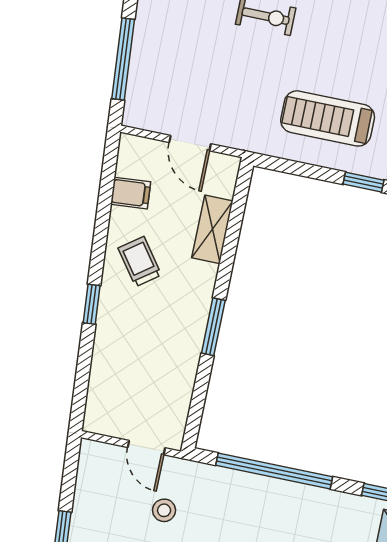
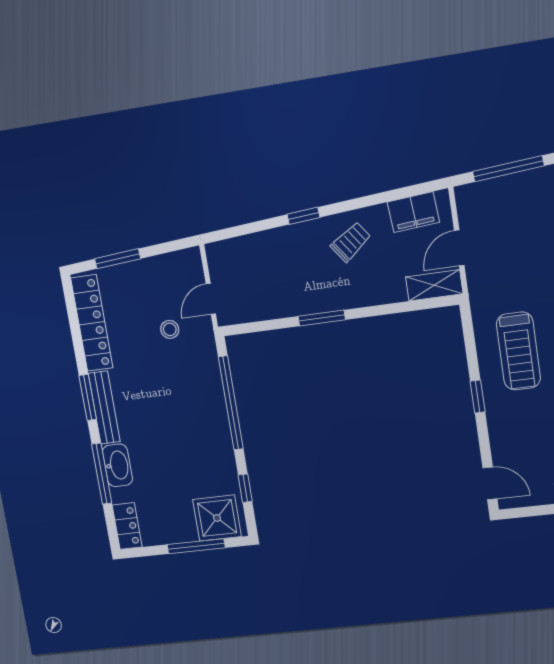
treadmill: (328, 118) -> (518, 351), turned 180
filing cabinet: (131, 193) -> (413, 212), width x2.00
shelving: (212, 229) -> (434, 285), moved

